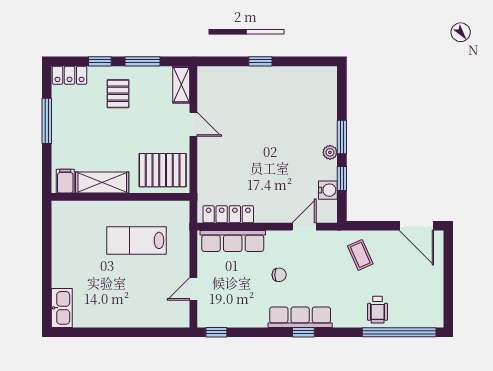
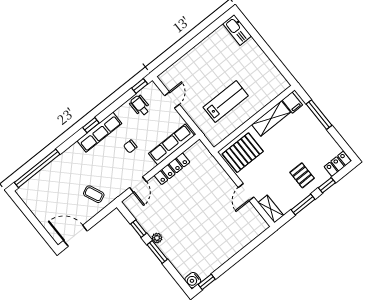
window: (260, 61) -> (207, 282), moved
window: (47, 121) -> (319, 115), moved
door: (193, 124) -> (246, 192), hinge flipped
water cooler: (328, 190) -> (193, 280), moved
locker: (228, 214) -> (172, 169), moved
wheelchair: (378, 310) -> (140, 106), moved

